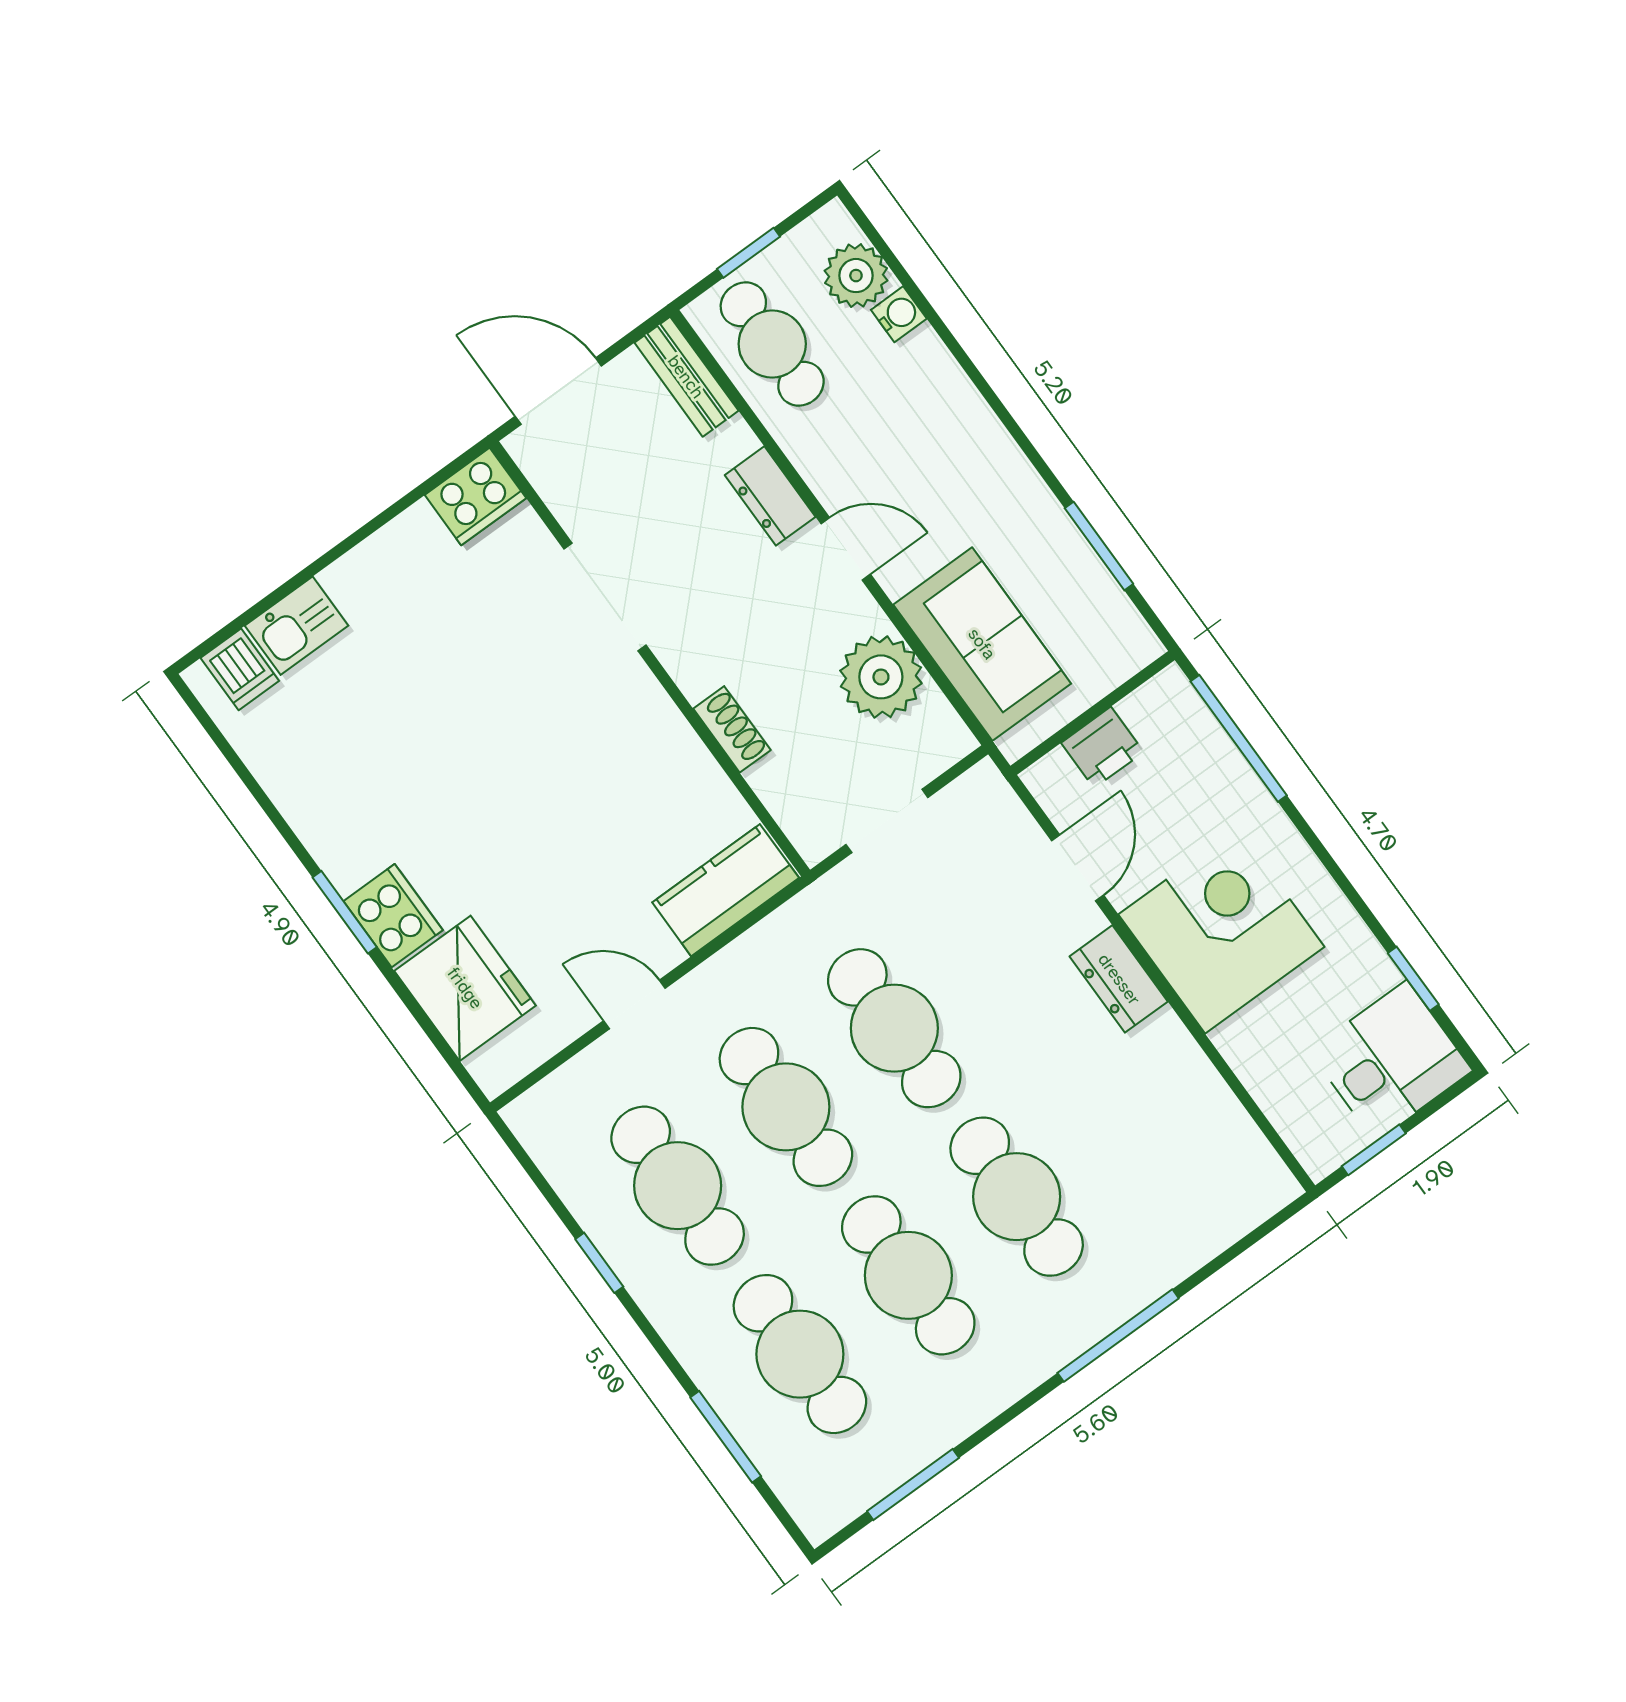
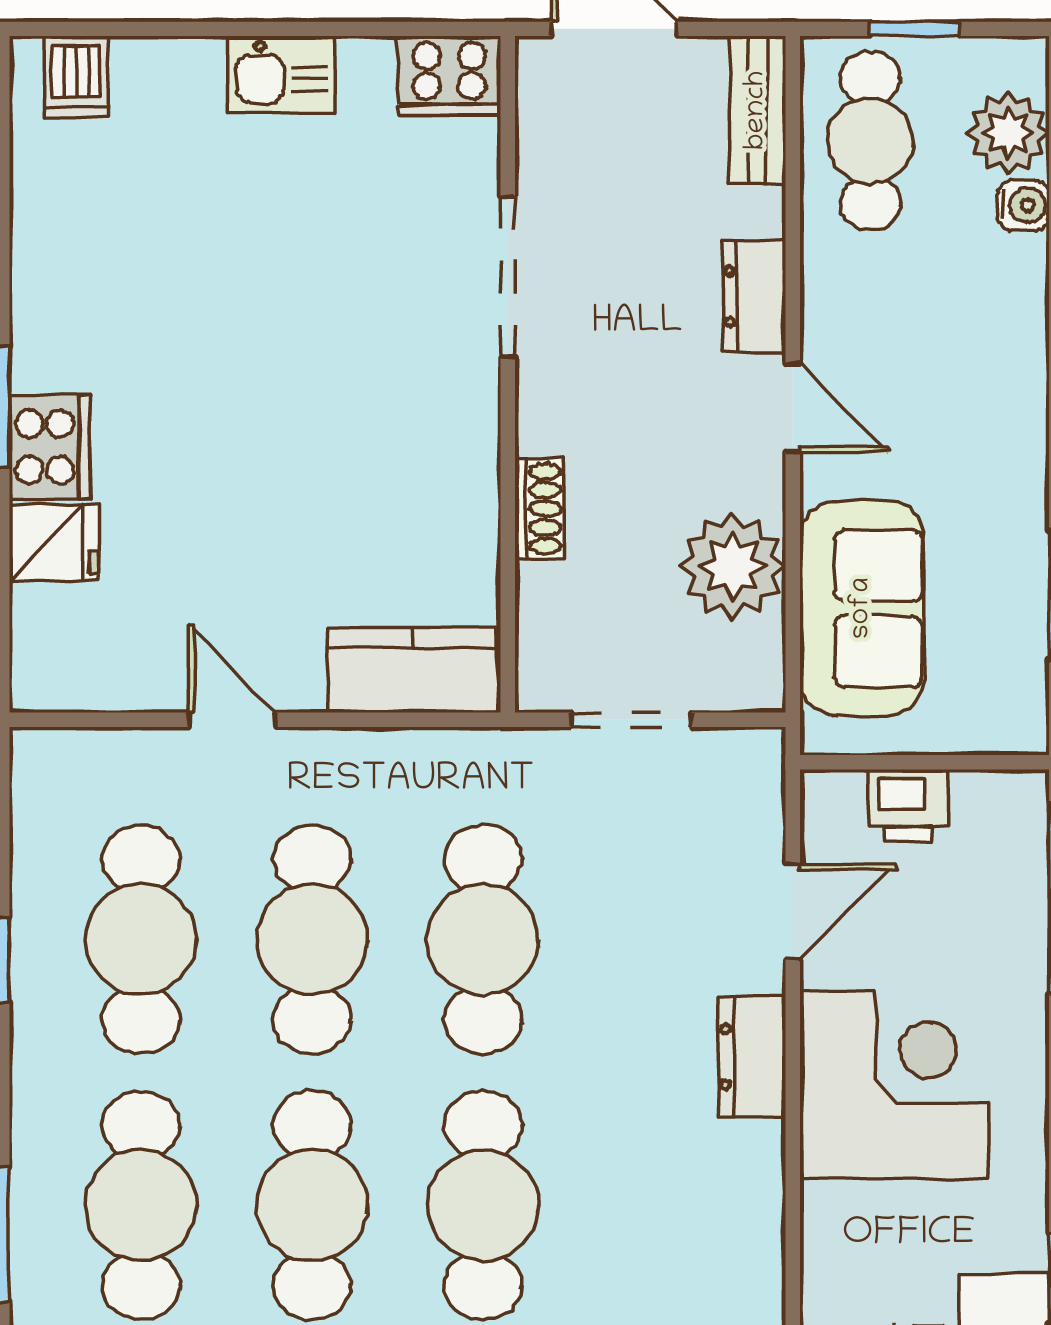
kitchen sink: (297, 626) -> (282, 75), moved
fridge: (465, 988) -> (54, 543), width x0.53, depth x0.75

